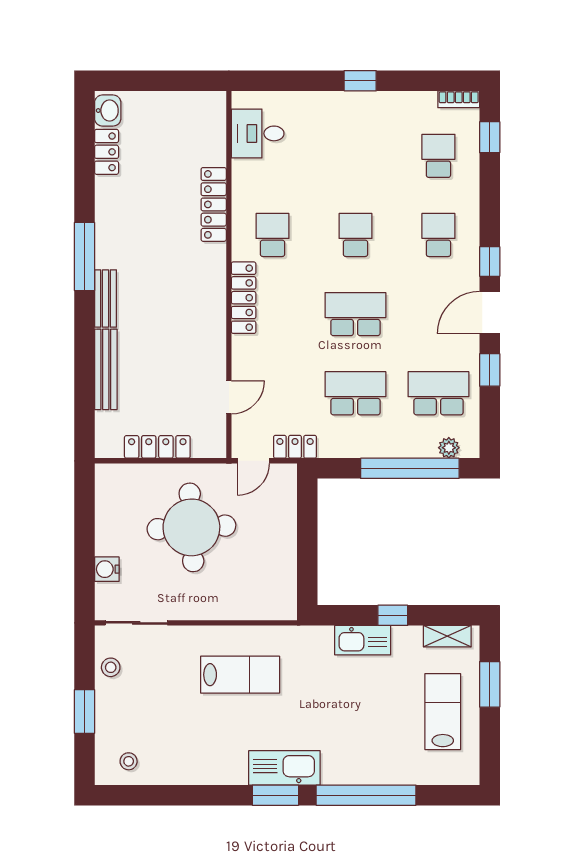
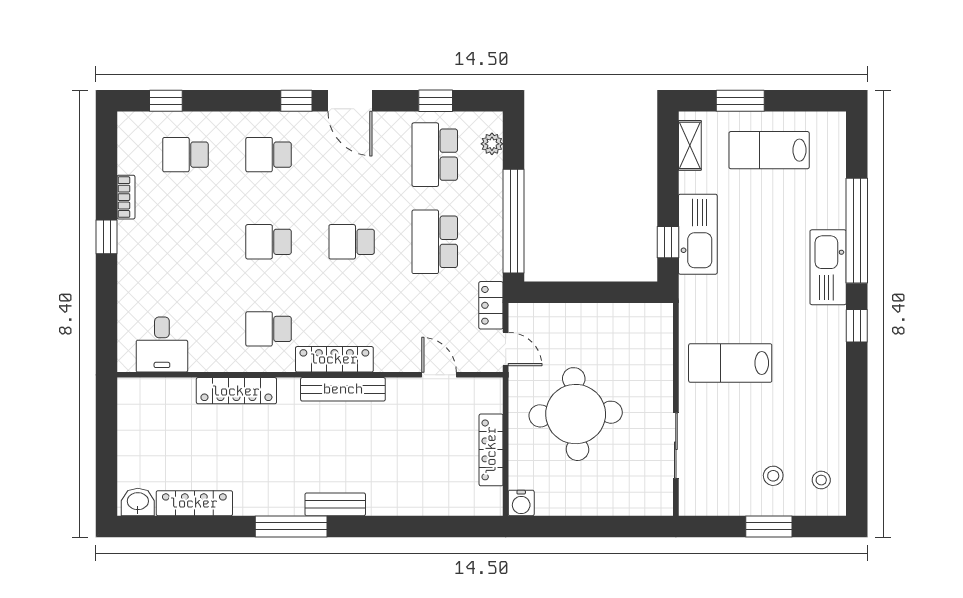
bookcase: (459, 99) -> (126, 197), moved
locker: (107, 152) -> (194, 503), width x1.53
school desk: (355, 314) -> (352, 242), width x0.54
bench: (106, 369) -> (343, 389), moved
window: (490, 370) -> (436, 101), moved
window: (410, 468) -> (514, 221), moved
water cooler: (107, 569) -> (521, 503), moved
window: (393, 615) -> (668, 242), moved
sliding door: (136, 623) -> (676, 446), moved
kitchen sink: (363, 640) -> (698, 234), width x1.36, depth x1.24
stool: (111, 667) -> (773, 476), moved
lab bench: (240, 675) -> (730, 363), turned -90
kitchen sink: (284, 768) -> (828, 267), moved
window: (275, 795) -> (857, 326), width x0.67

